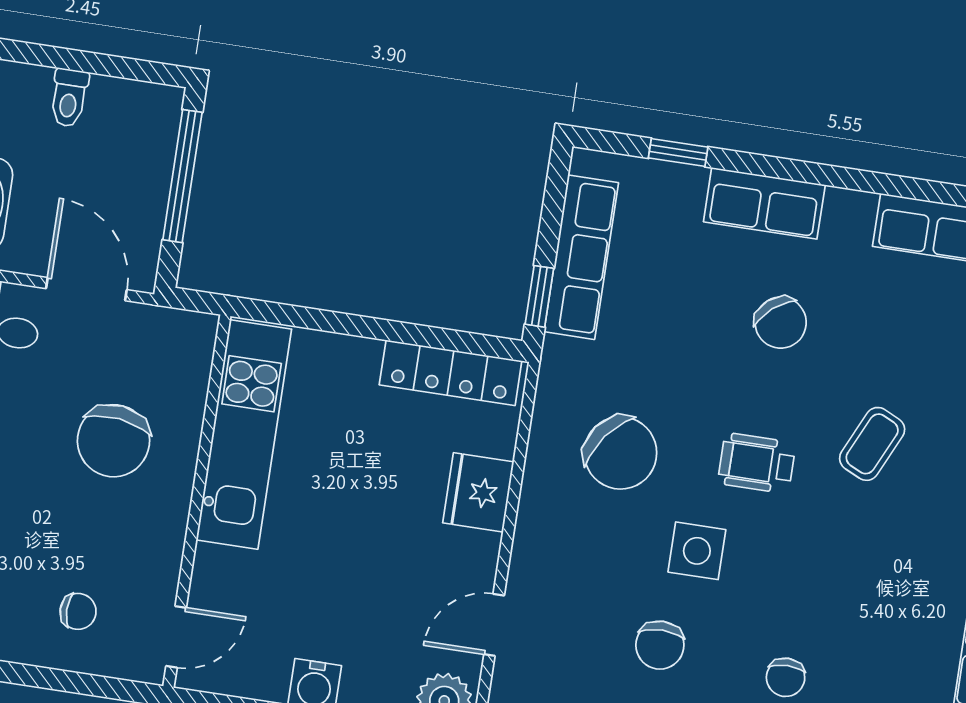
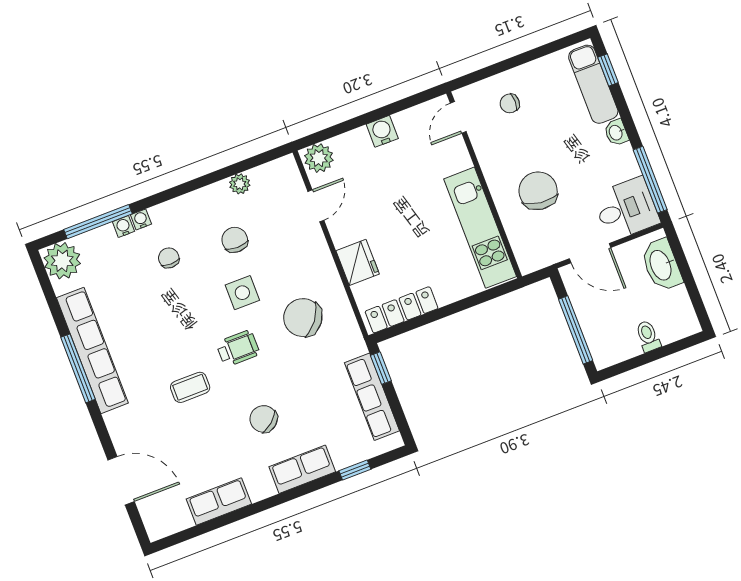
coffee table: (872, 444) -> (190, 387), turned 65

